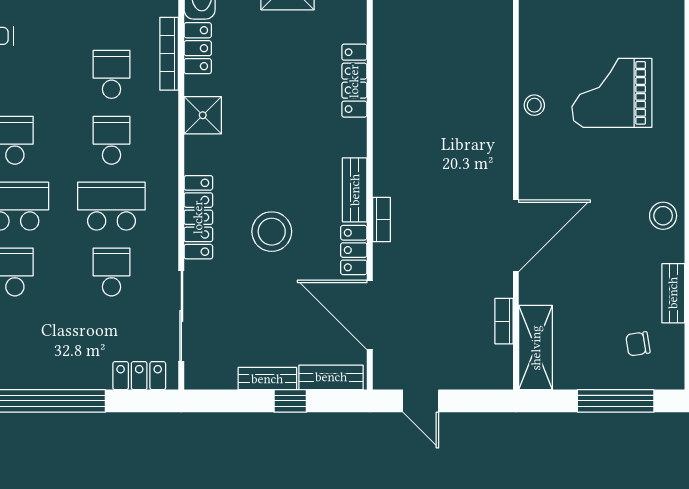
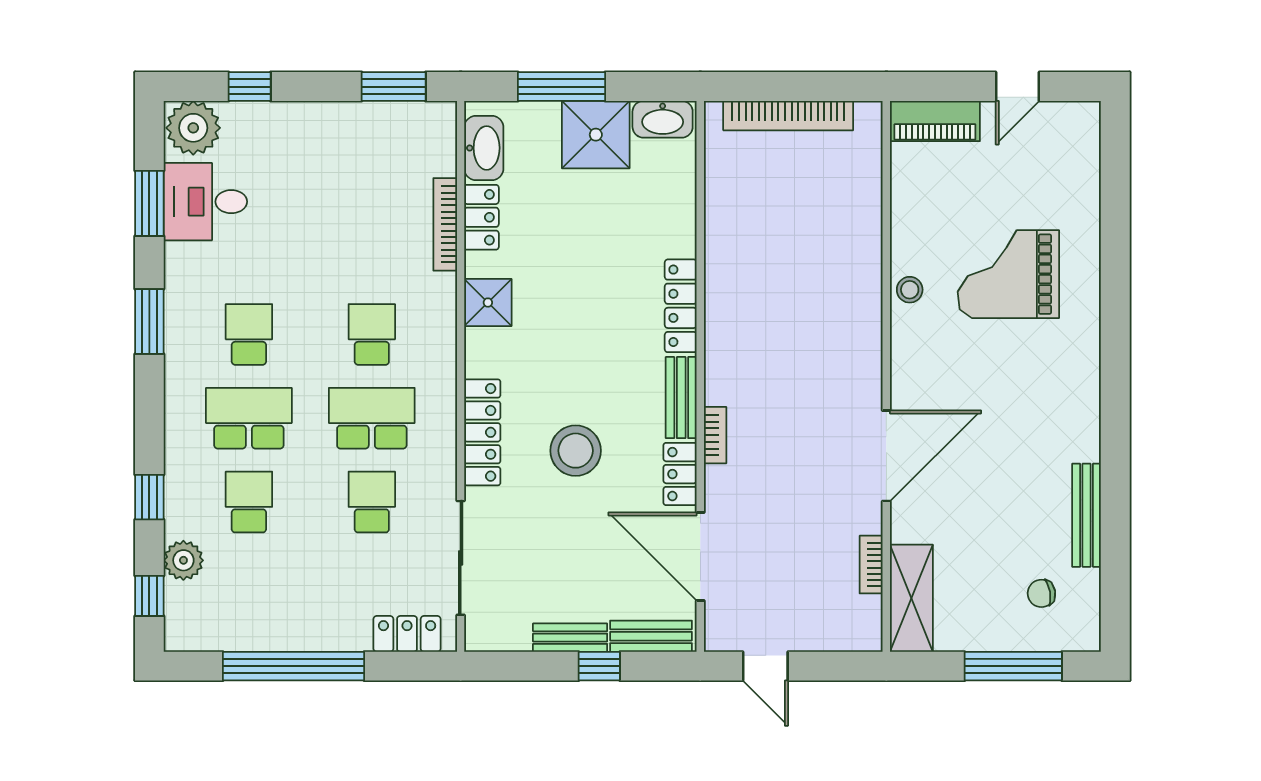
school desk: (111, 74) -> (372, 251), removed
locker: (354, 81) -> (681, 306), moved
stool: (663, 216) -> (1073, 430), removed
bench: (673, 293) -> (1087, 515), width x1.36

